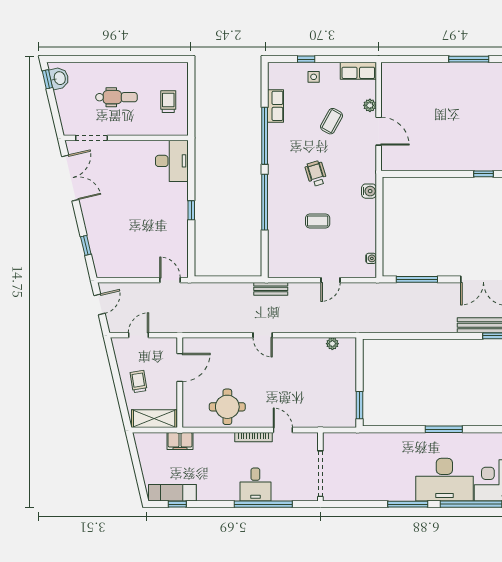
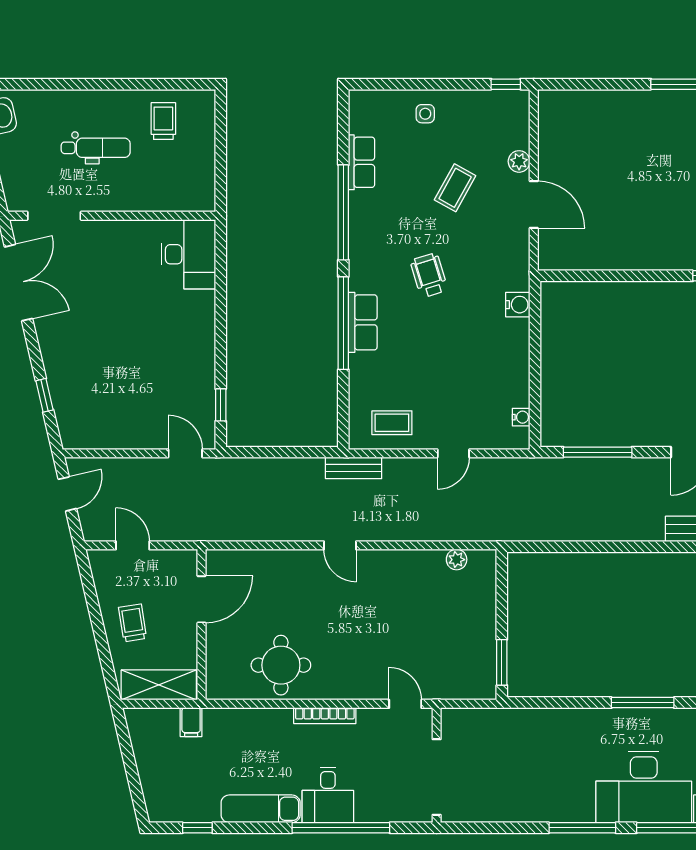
window: (306, 59) -> (506, 84), moved
row of seats: (358, 71) -> (363, 322), moved, turned -90
trolley: (168, 102) -> (163, 121), moved
window: (191, 210) -> (221, 405), moved
coffee table: (318, 221) -> (392, 423), moved
door: (139, 335) -> (133, 545), hinge flipped
door: (283, 430) -> (405, 704), moved
filing cabinet: (180, 441) -> (191, 722), width x0.50
exam couch: (172, 493) -> (261, 809), moved

